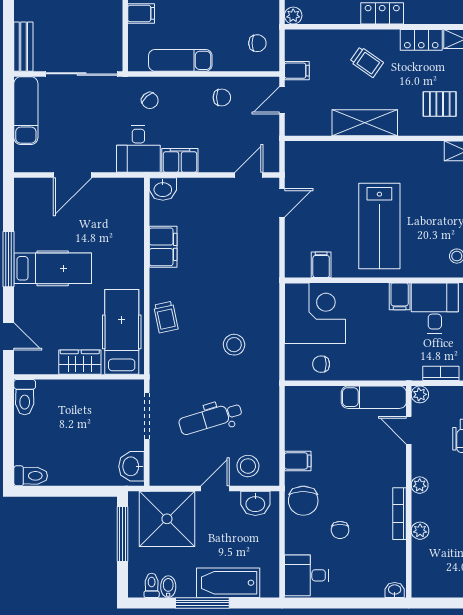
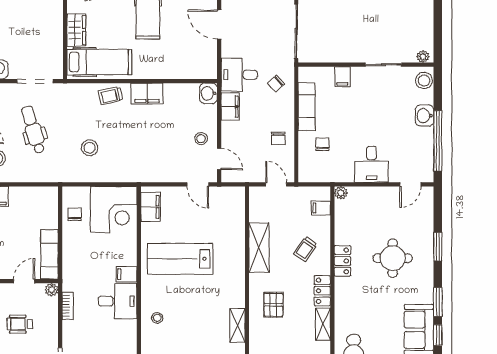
chair: (257, 43) -> (322, 144), moved, turned 180
filing cabinet: (297, 71) -> (321, 208), moved, turned 90
stool: (222, 199) -> (201, 139), added
filing cabinet: (163, 247) -> (147, 94), moved
filing cabinet: (321, 265) -> (151, 207), width x2.00

